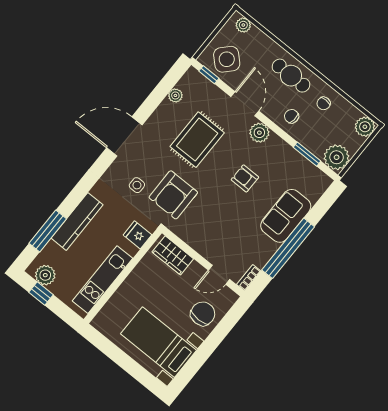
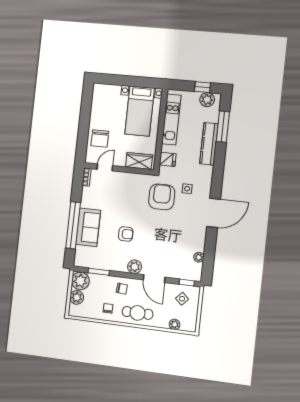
plant: (243, 25) -> (175, 324), moved
side table: (227, 59) -> (182, 299), width x0.54, depth x0.54
plant: (365, 127) -> (77, 297), moved
rug: (197, 140) -> (169, 239), removed
window: (288, 248) -> (73, 225), moved
bed with nightstands: (159, 342) -> (140, 111), moved, turned 90

